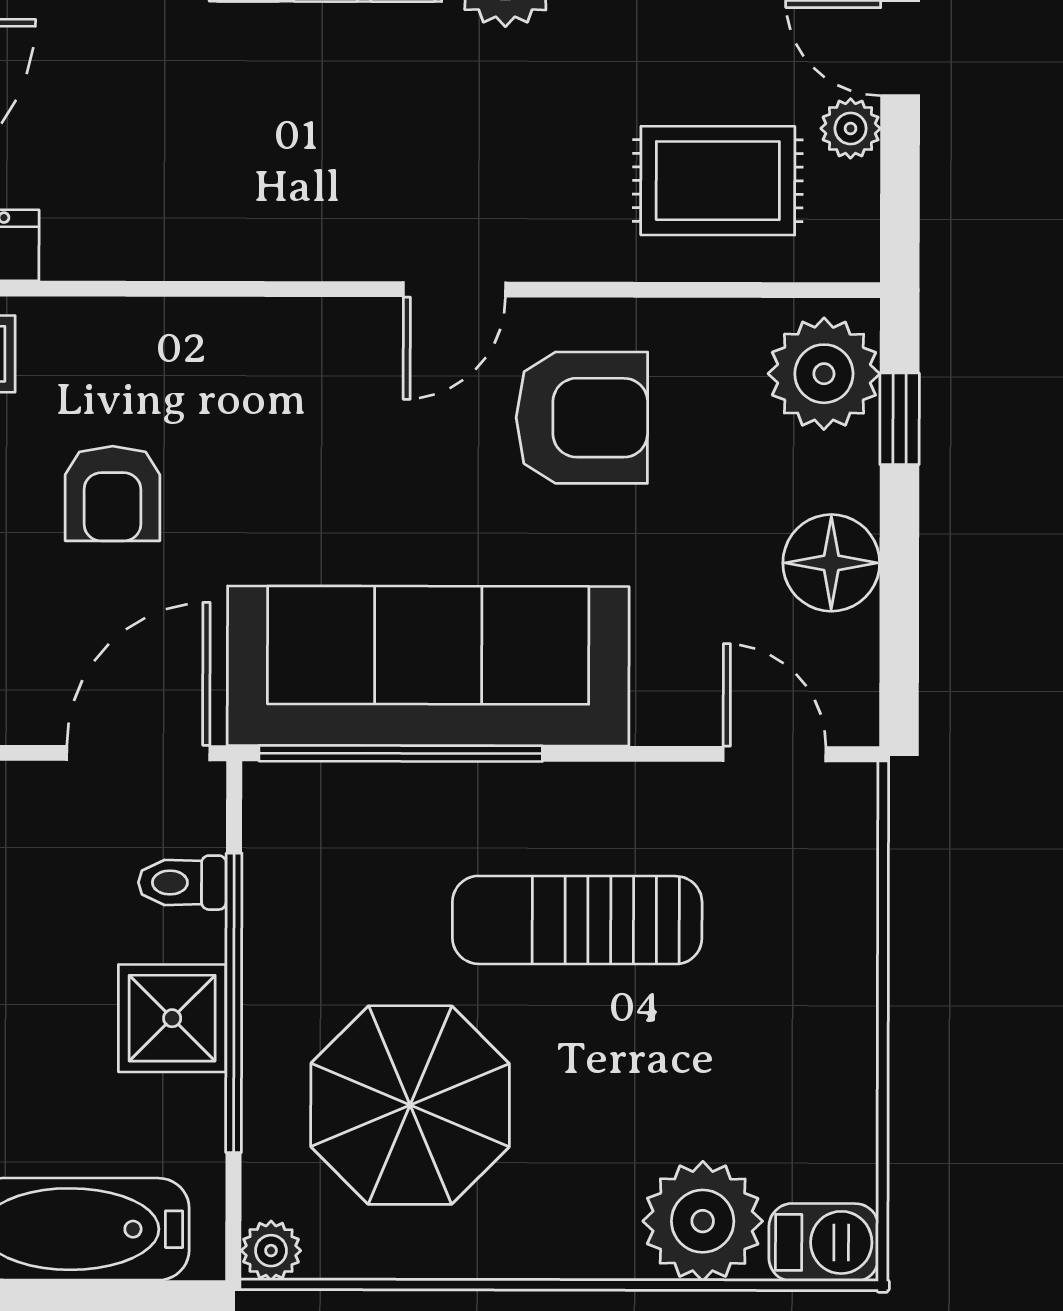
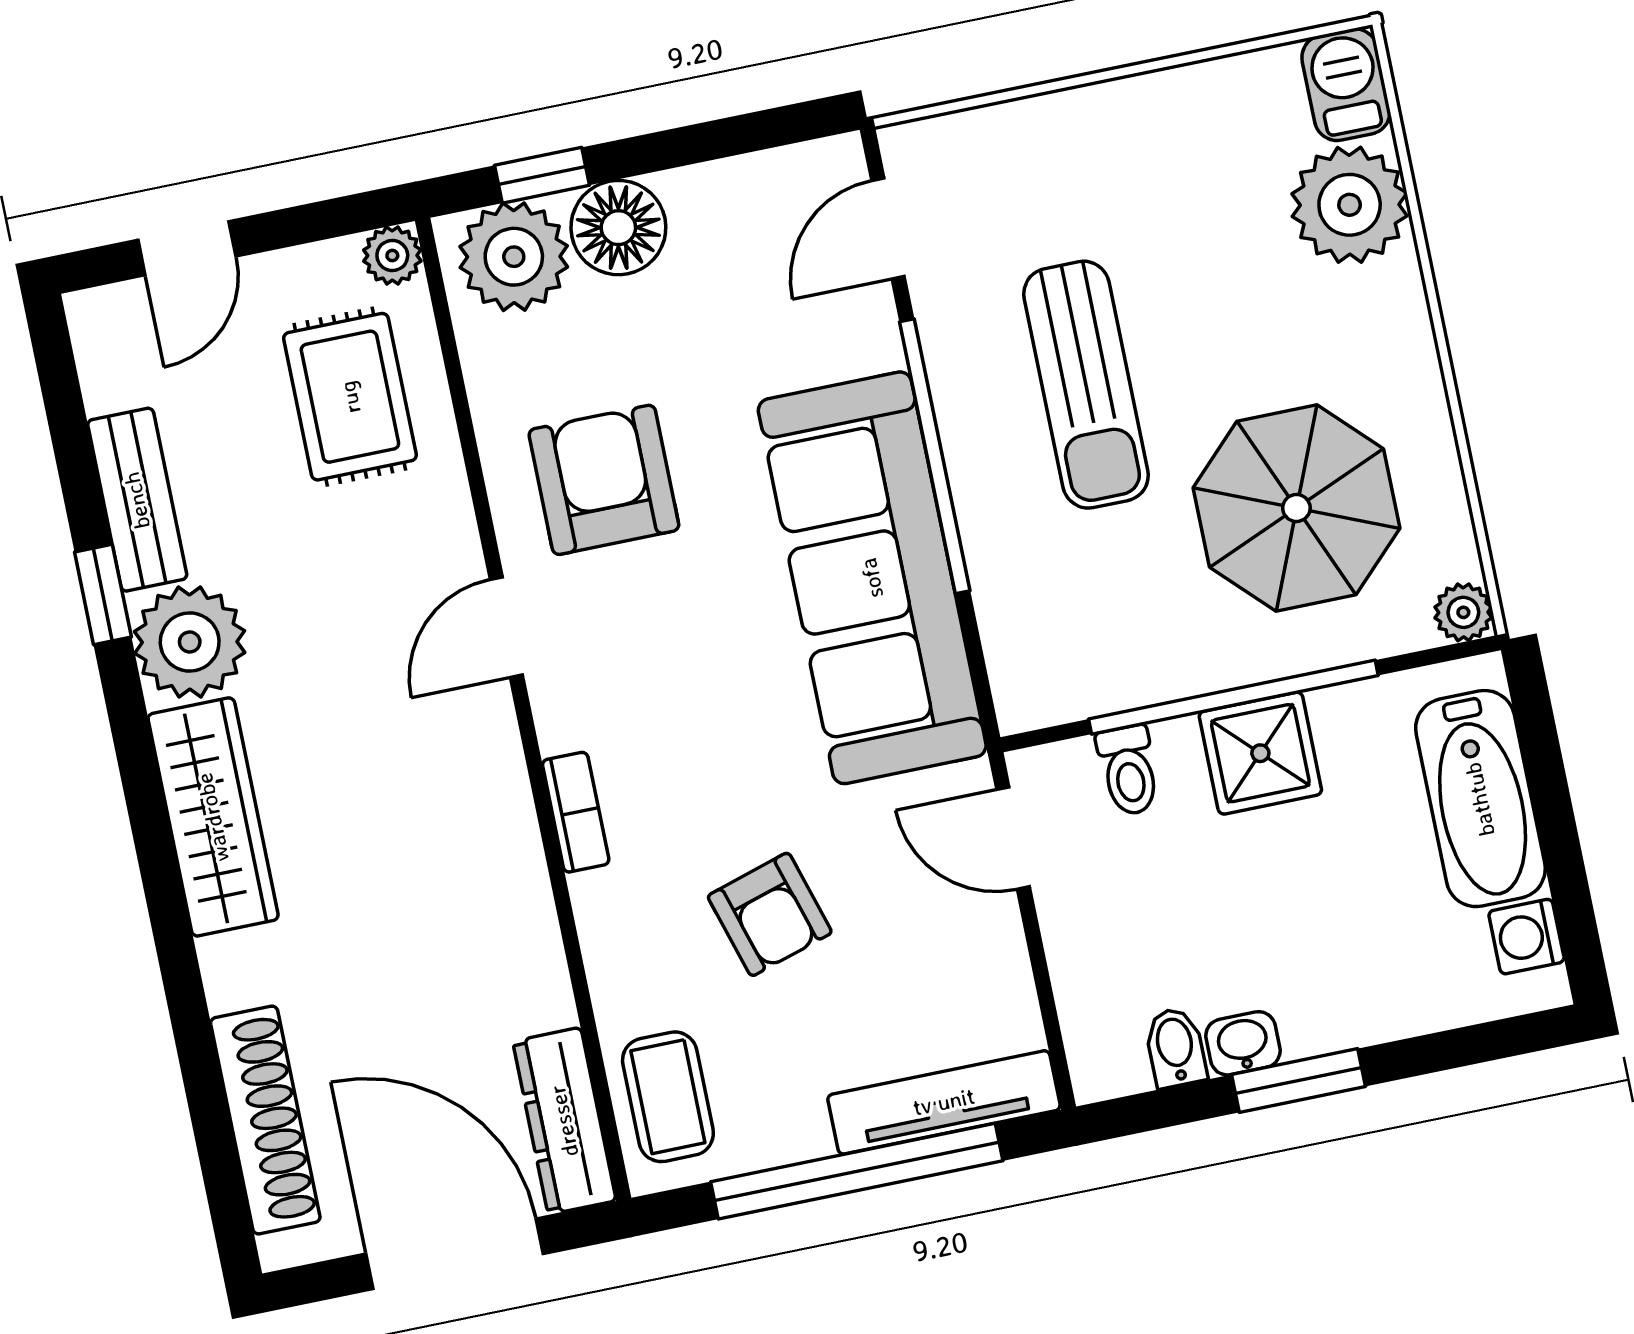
plant: (851, 128) -> (392, 256), moved
door: (454, 289) -> (506, 627), swing flipped
bookcase: (255, 320) -> (576, 812), added
armchair: (113, 494) -> (770, 914), turned 73
floor lamp: (831, 563) -> (618, 228), moved
door: (138, 753) -> (1013, 838), width x0.73
window: (401, 753) -> (935, 456), moved

